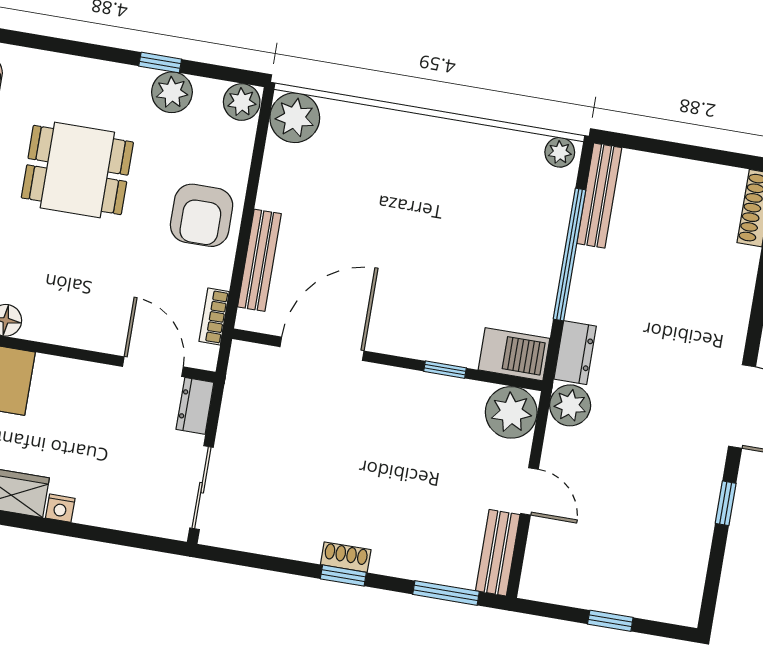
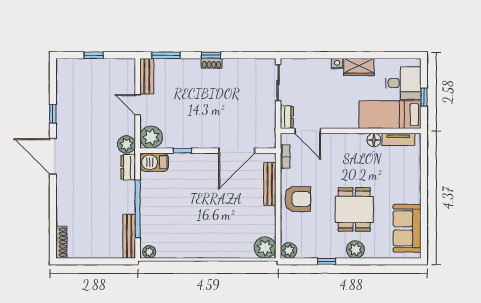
plant: (172, 92) -> (355, 249), moved
dining table: (77, 170) -> (354, 209), turned 90
armchair: (202, 215) -> (298, 199), turned 90

